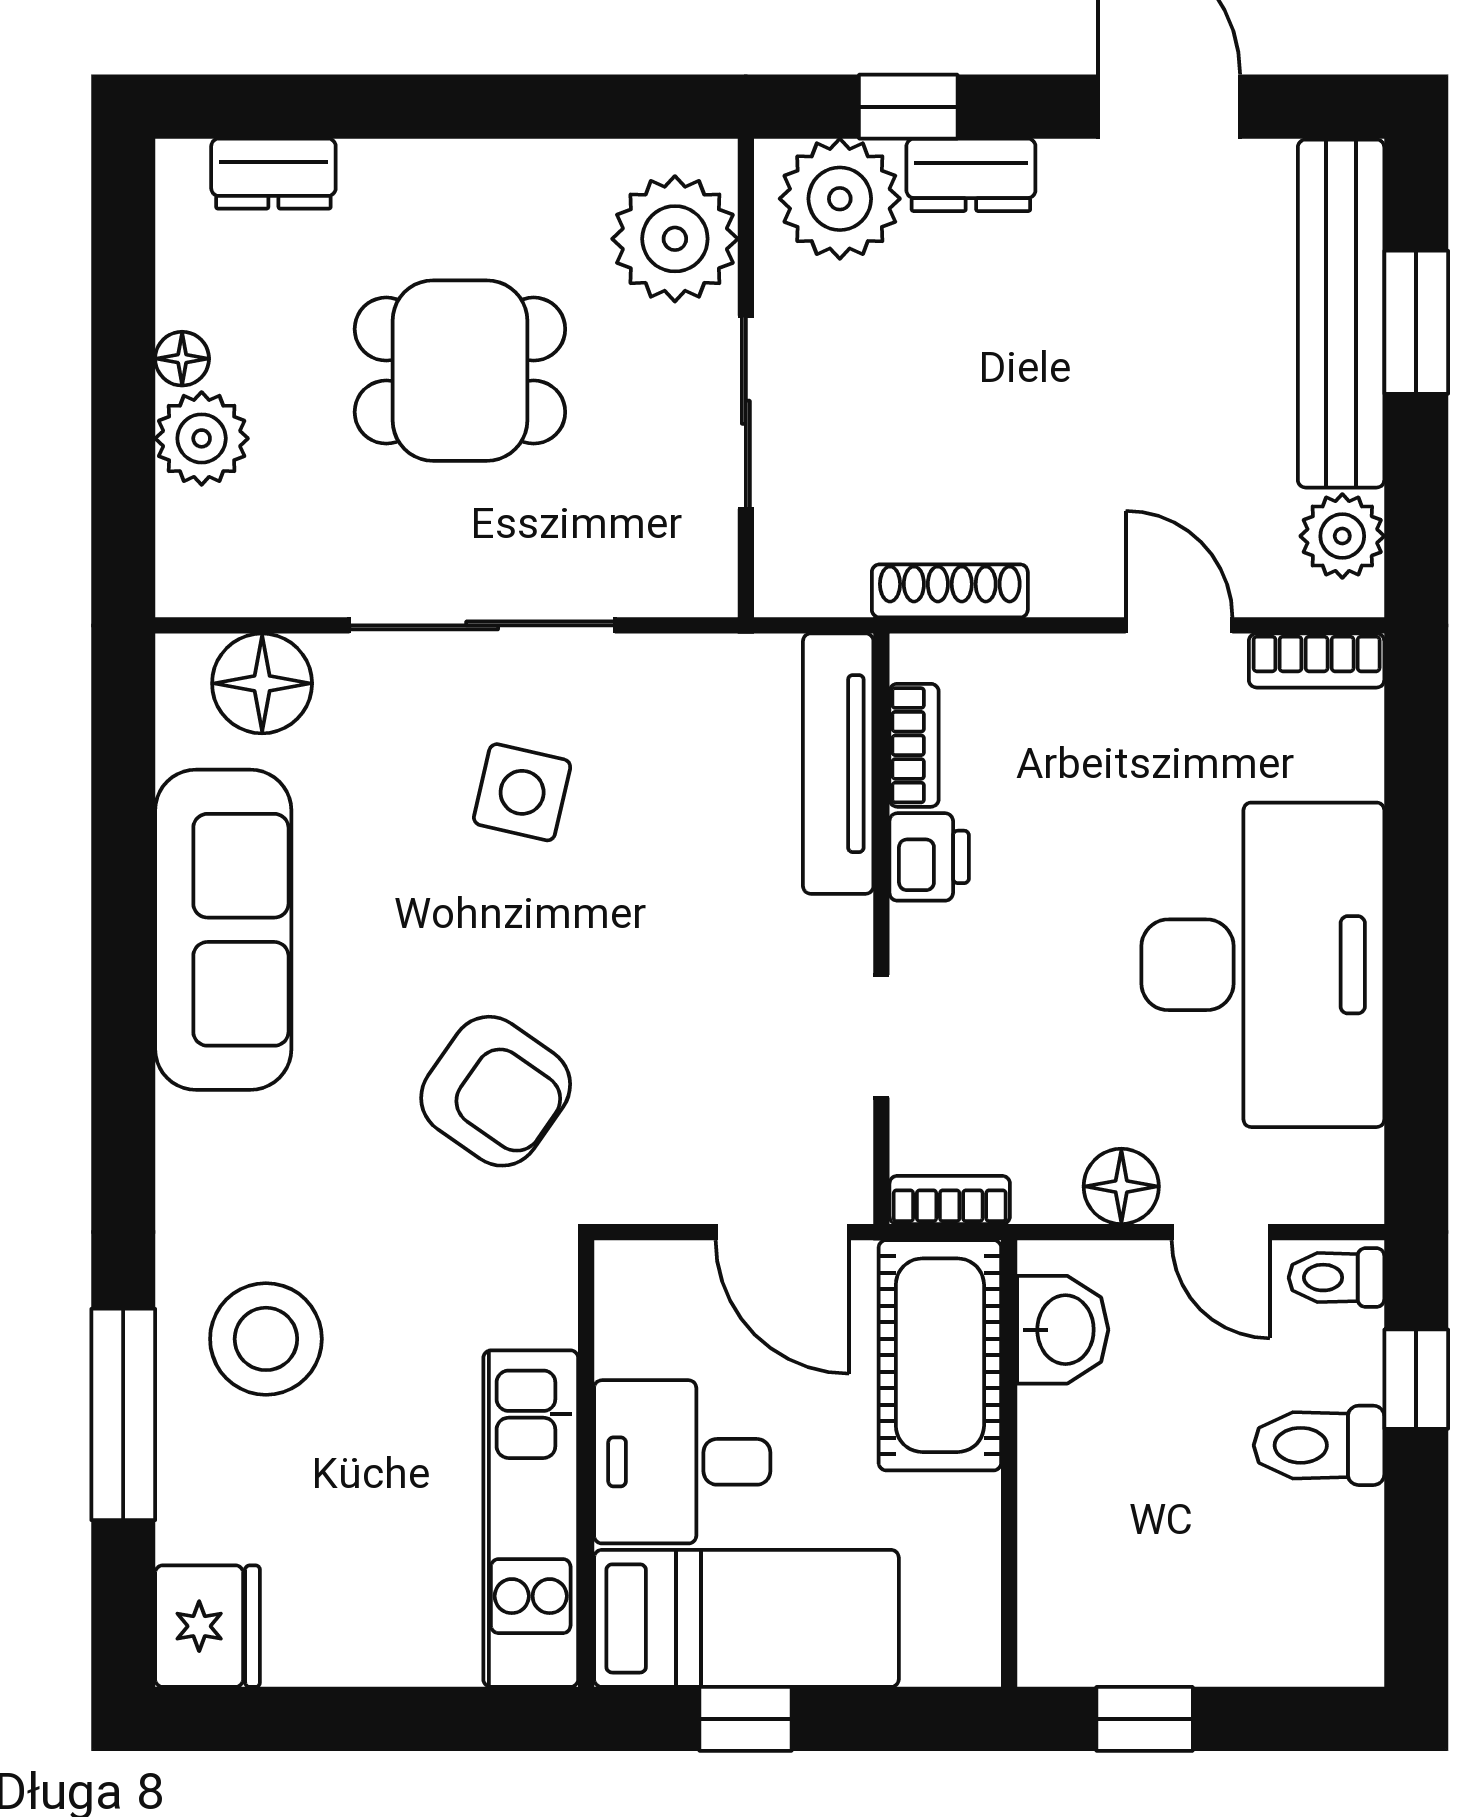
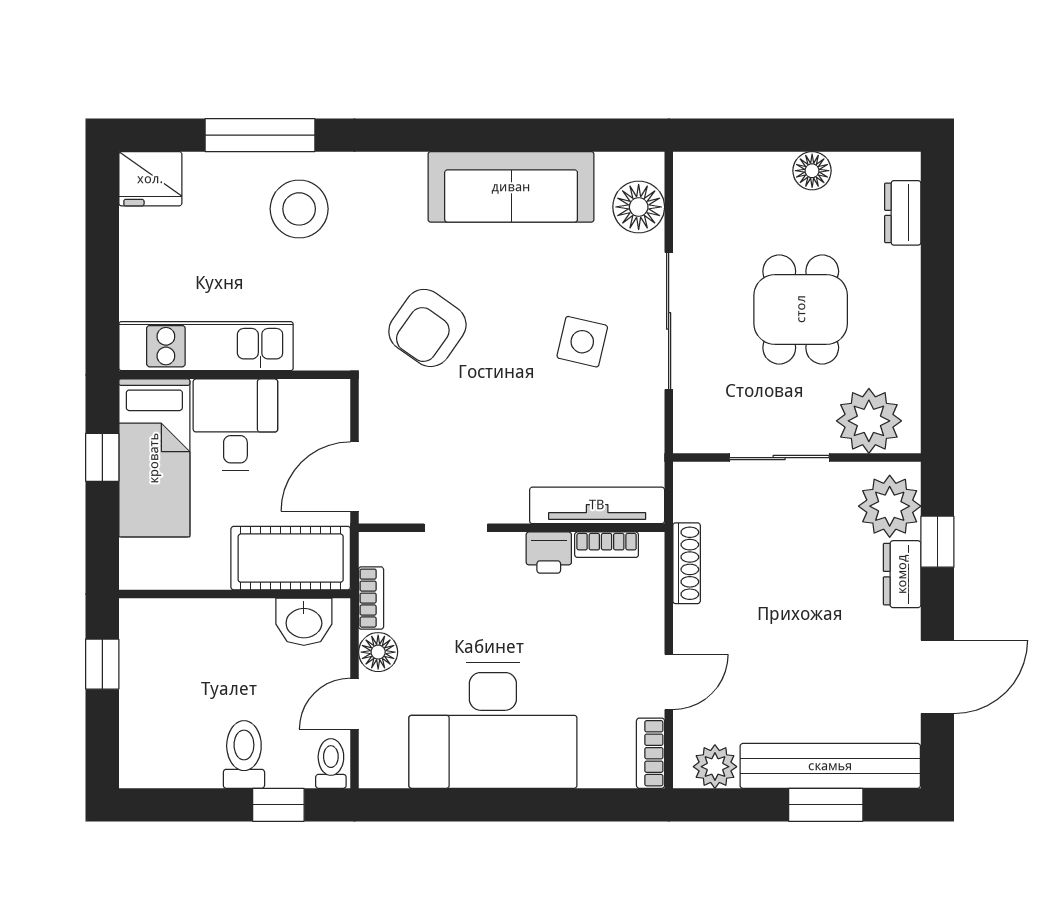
floor lamp: (182, 359) -> (812, 171), width x1.37, depth x1.37
plant: (202, 438) -> (766, 176), removed
bookcase: (950, 1200) -> (371, 598), moved

